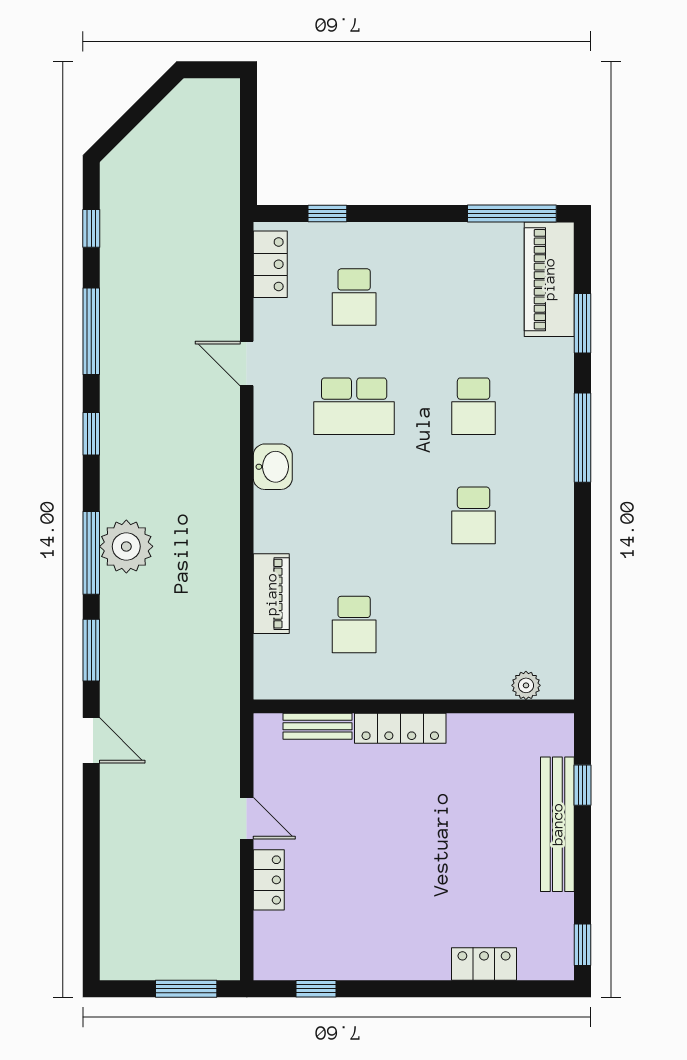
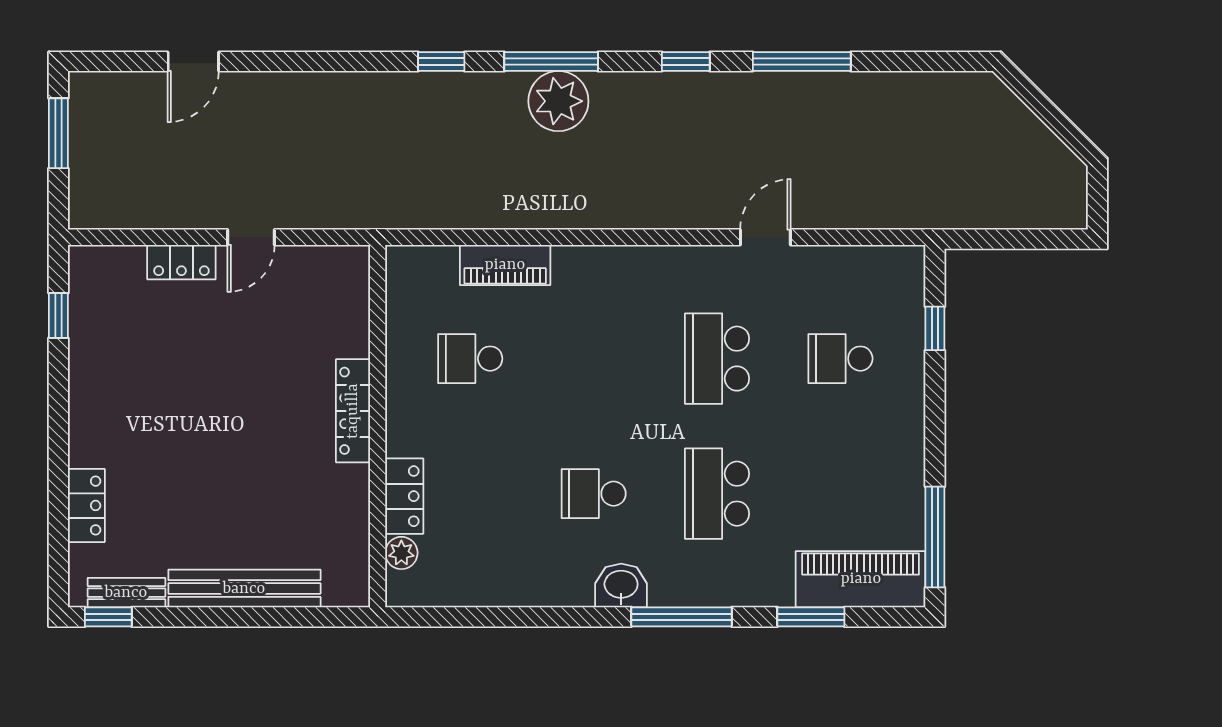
window: (91, 228) -> (918, 62), removed
locker: (270, 264) -> (404, 496), moved, turned -90
school desk: (474, 406) -> (717, 494), width x1.85
washbasin: (273, 467) -> (621, 586), moved, turned 180
window: (91, 650) -> (441, 62), width x0.67
bench: (318, 726) -> (126, 593), moved, turned 90
door: (91, 740) -> (193, 62), moved
window: (583, 785) -> (289, 617), removed
window: (186, 989) -> (58, 133), moved

